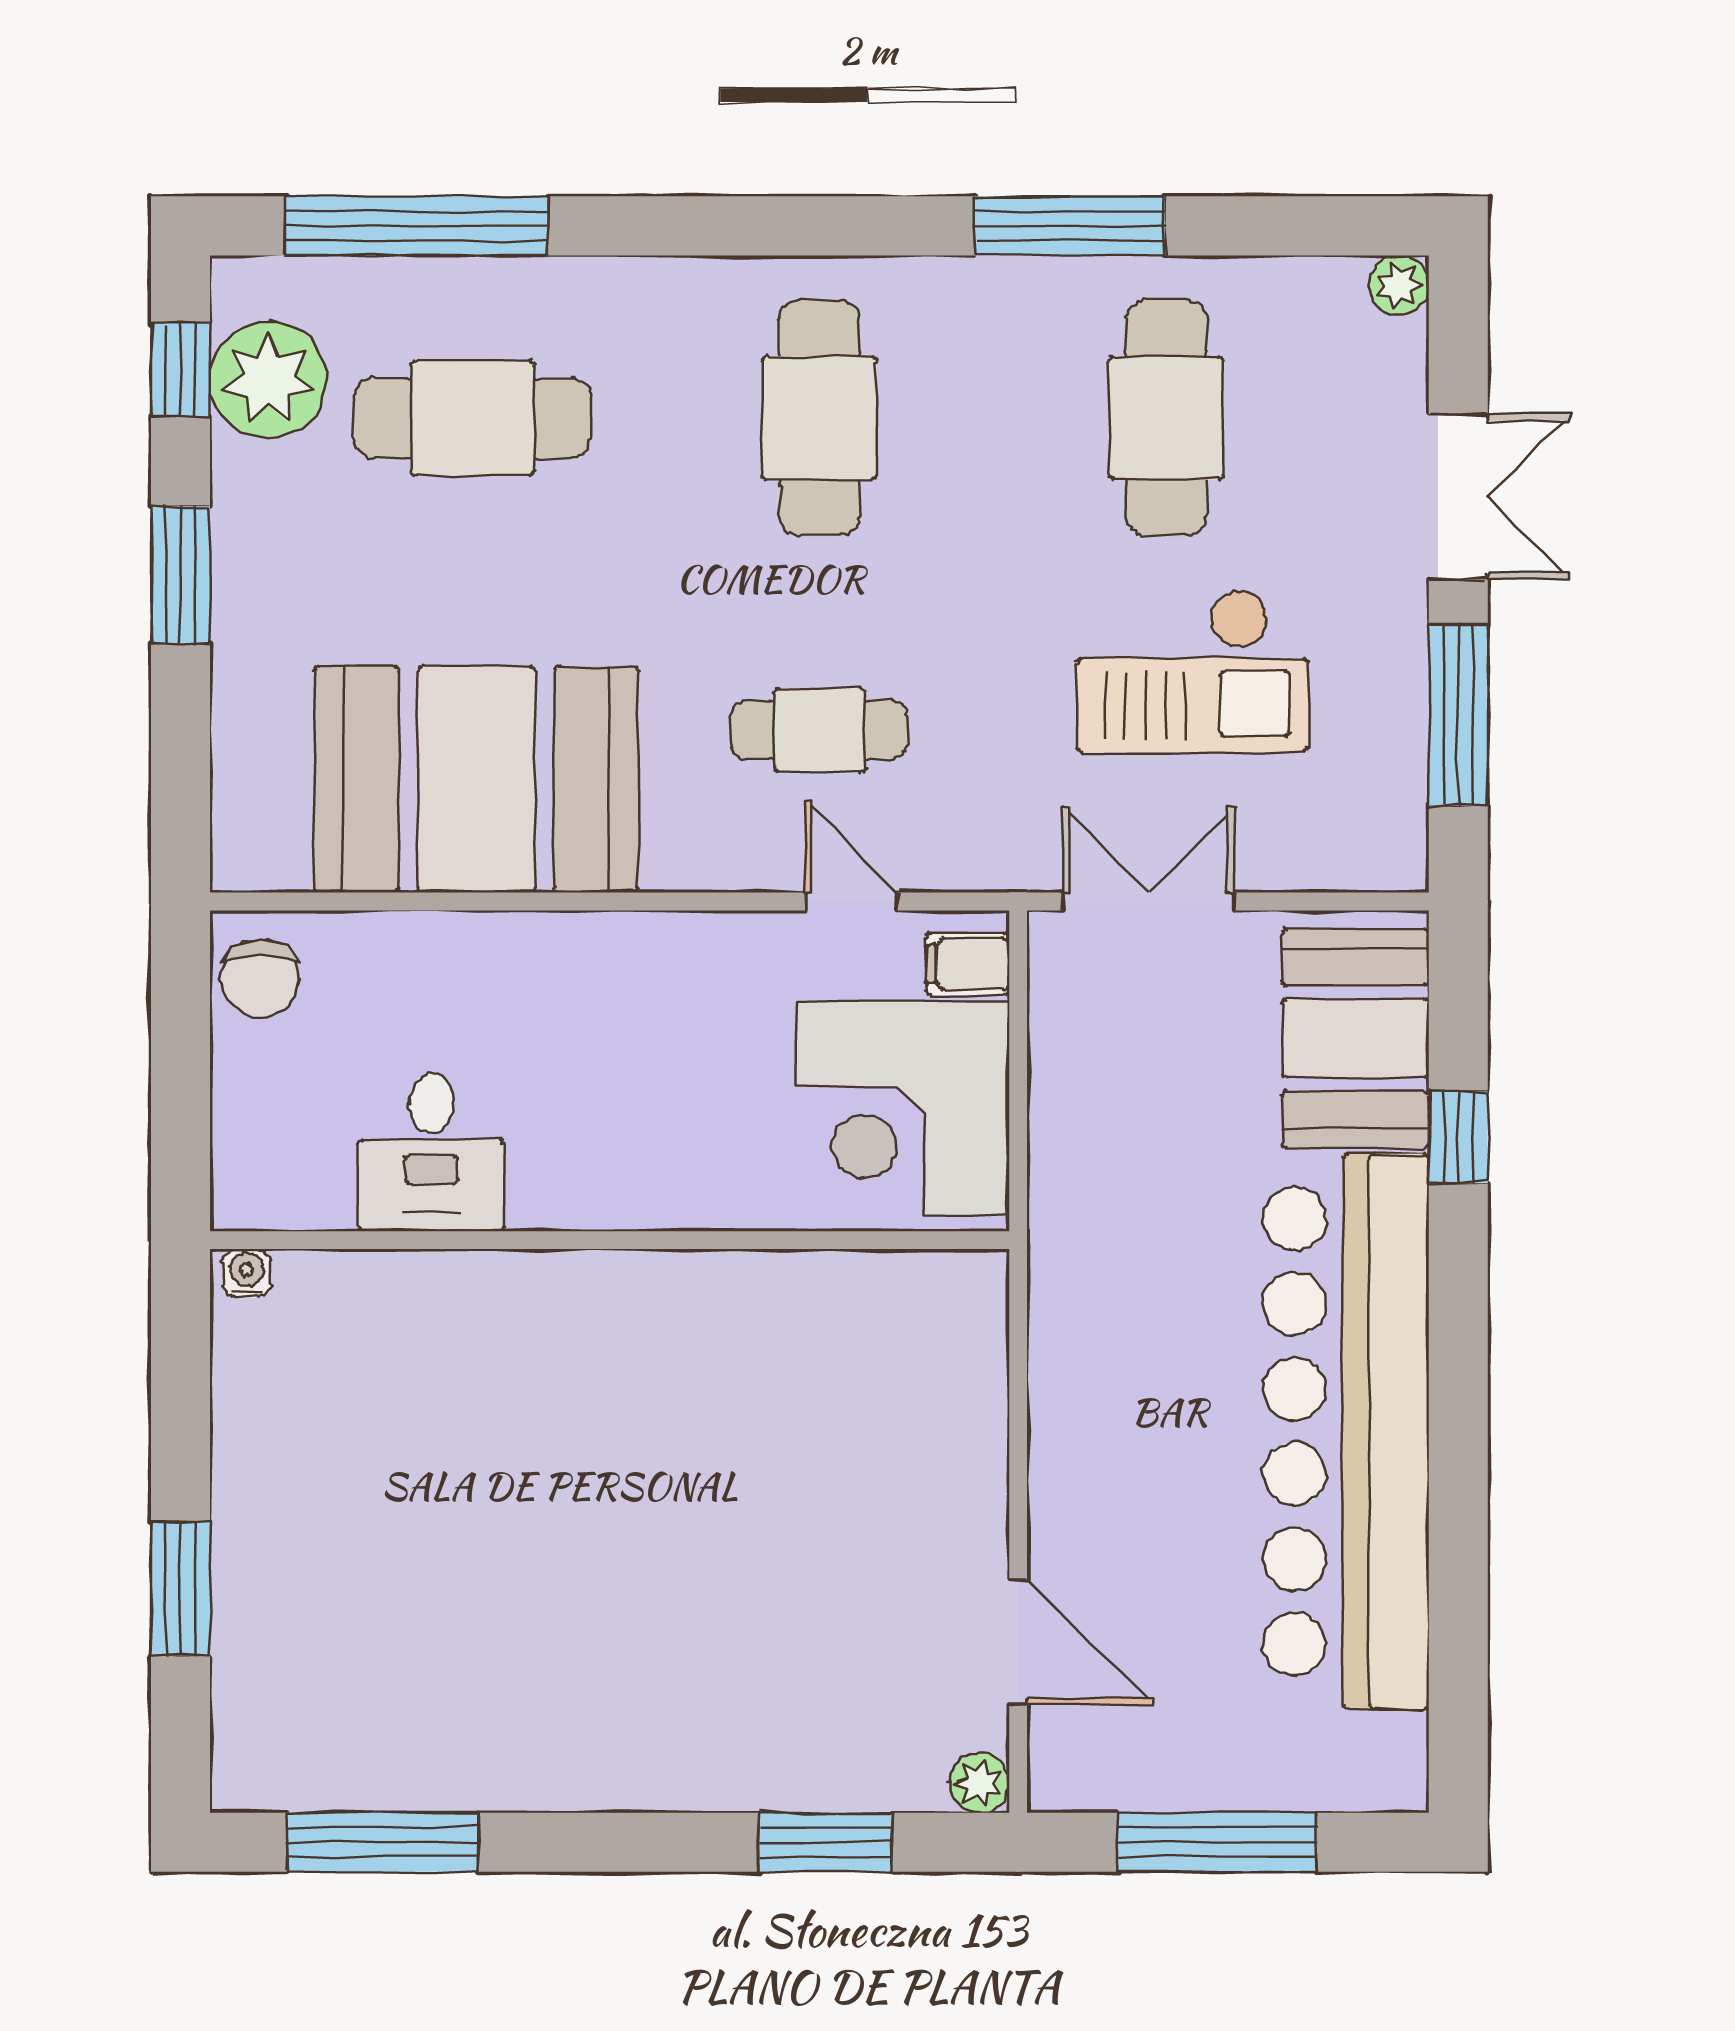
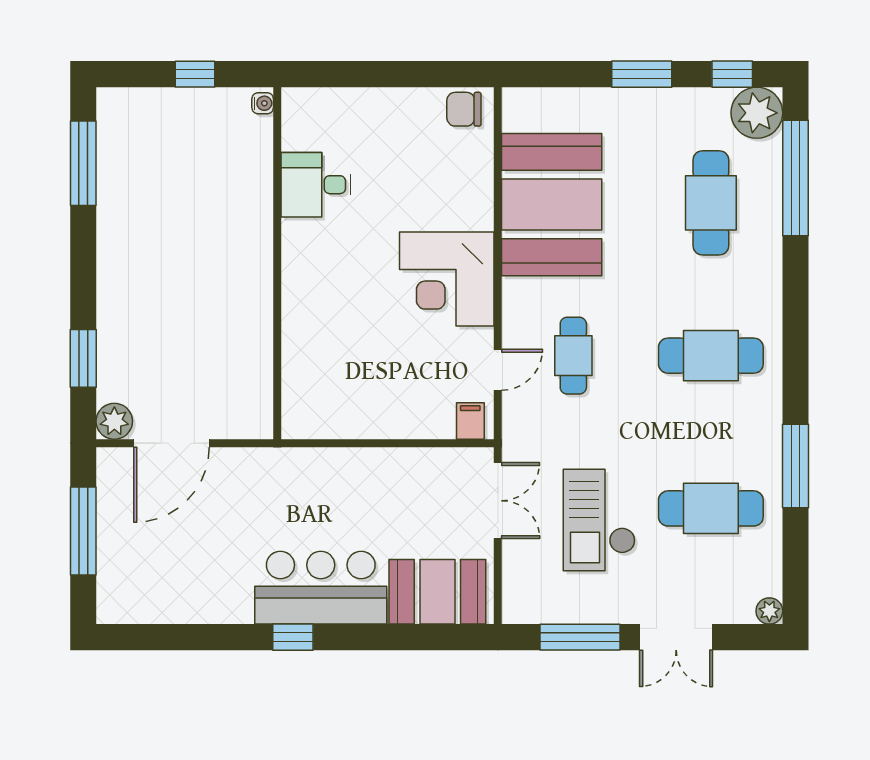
plant: (268, 380) -> (757, 113), moved
corner desk: (902, 1108) -> (447, 279), moved, turned -90
window: (1458, 1137) -> (293, 637), moved
desk: (431, 1152) -> (316, 185), moved
wall: (610, 1240) -> (277, 263), moved
water cooler: (247, 1273) -> (263, 103), moved
bar counter: (1346, 1431) -> (321, 588), width x0.54
window: (181, 1589) -> (195, 74), width x0.67
door: (1018, 1642) -> (171, 443), width x1.36
plant: (979, 1783) -> (114, 421), width x1.38, depth x1.38

